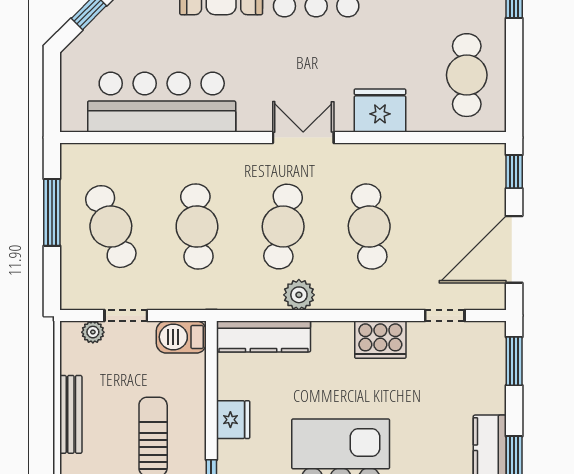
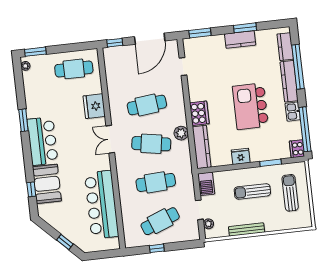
window: (52, 212) -> (157, 248), width x0.46
door: (514, 249) -> (150, 39), hinge flipped
cooker: (380, 340) -> (199, 113), moved

